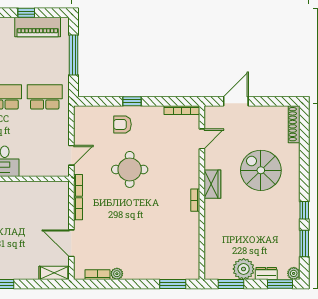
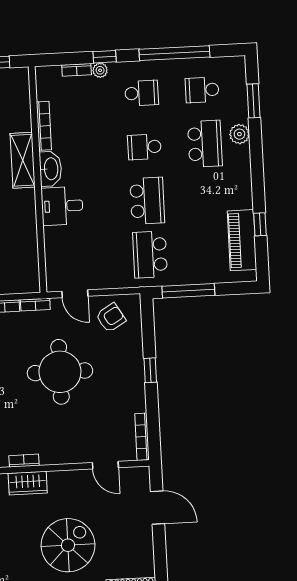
window: (74, 55) -> (188, 291), moved
school desk: (45, 97) -> (150, 255), turned 180
armchair: (122, 124) -> (111, 318), moved, turned 59
round table: (130, 169) -> (60, 372), width x1.36, depth x1.36
wardrobe: (212, 184) -> (28, 483), moved

